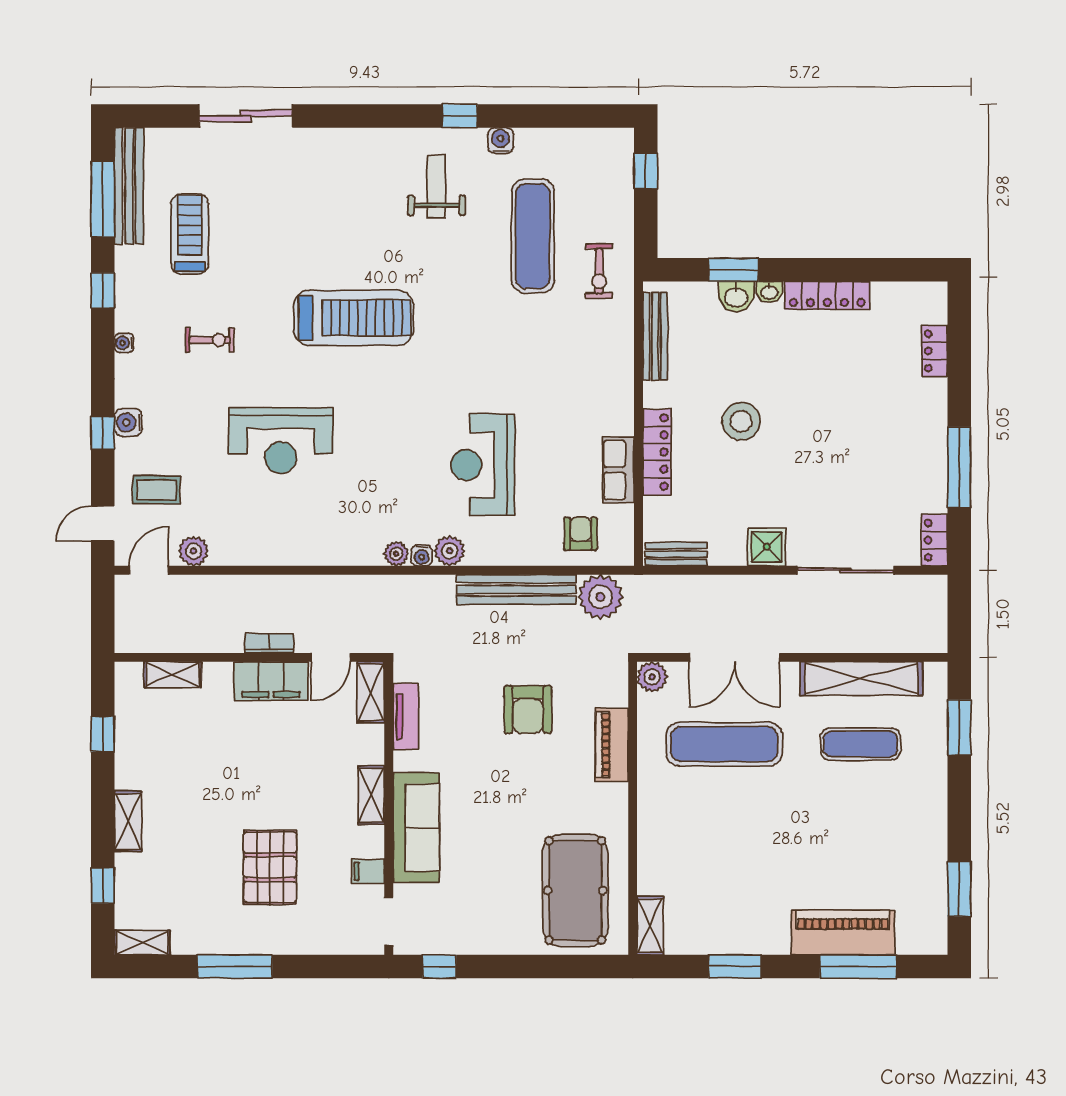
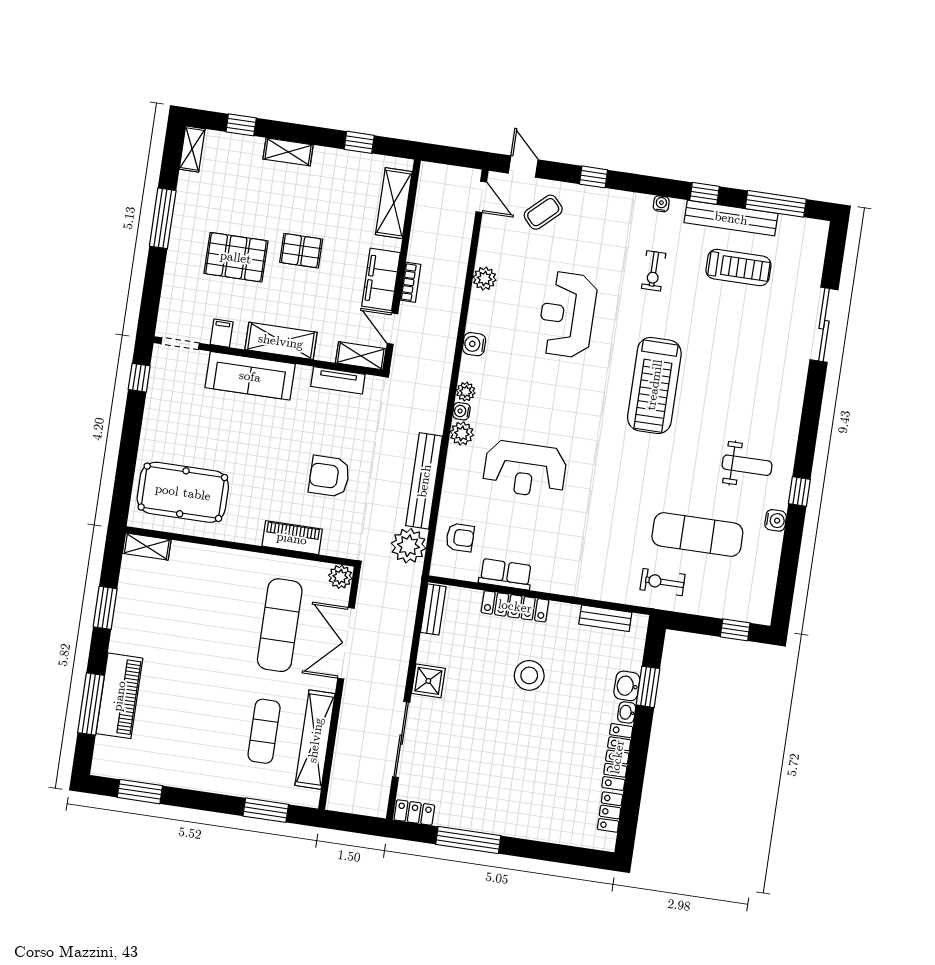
bench: (129, 186) -> (731, 218), moved
bench: (655, 336) -> (605, 618), width x0.73
locker: (935, 351) -> (610, 812), moved, turned -90
water cooler: (128, 423) -> (474, 344), moved, turned -90
reception desk: (483, 465) -> (525, 469), turned 180
coffee table: (156, 490) -> (543, 212), turned 46
plant: (194, 551) -> (485, 279), moved
shelving: (173, 675) -> (394, 203), width x1.50, depth x1.33
pallet: (250, 787) -> (301, 251), added
shelving: (371, 795) -> (281, 341), width x1.50, depth x1.33

